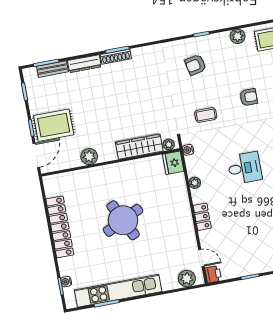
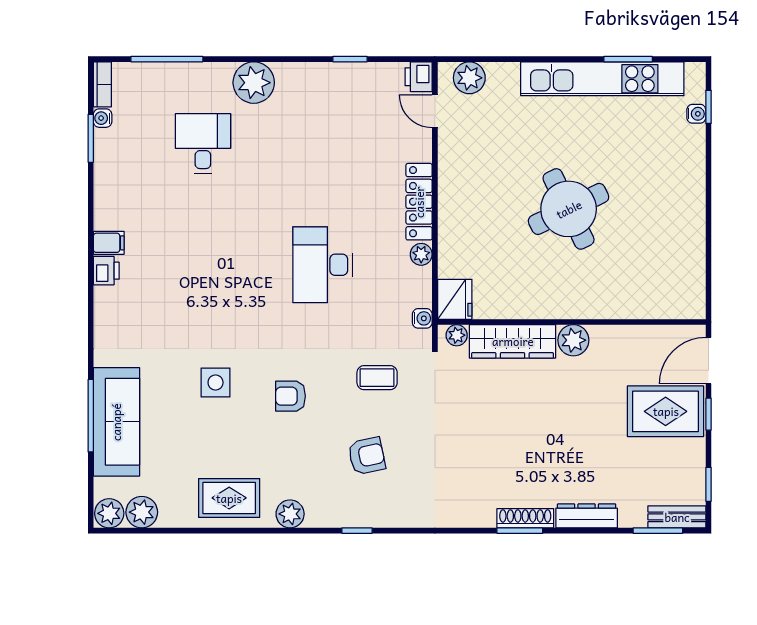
armchair: (195, 65) -> (367, 456), moved
bench: (52, 69) -> (677, 517), moved
plant: (89, 157) -> (573, 340), moved
desk: (245, 168) -> (323, 265), width x1.37
locker: (202, 217) -> (419, 202), width x1.53
locker: (60, 227) -> (689, 219), removed

